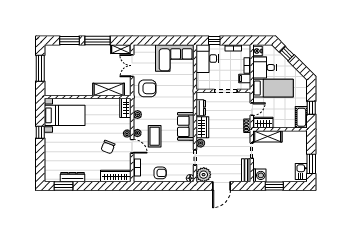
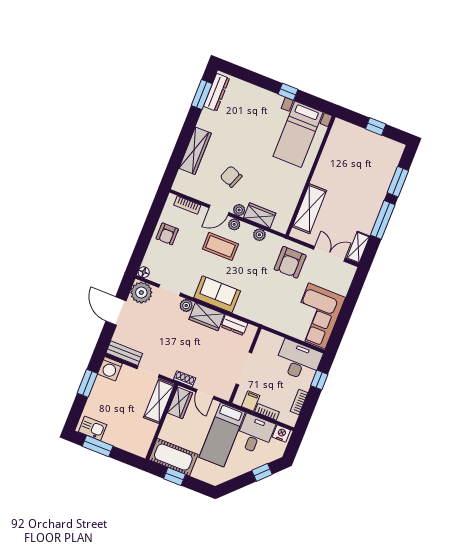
window: (40, 68) -> (376, 126), width x0.46
wardrobe: (125, 108) -> (260, 216), moved
cot: (301, 117) -> (173, 457), width x1.37, depth x1.34
wardrobe: (116, 176) -> (195, 151), moved
dresser: (73, 177) -> (217, 92), moved

